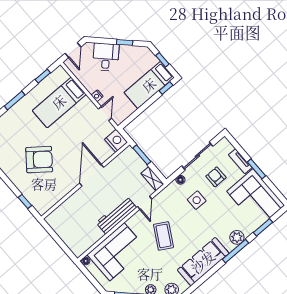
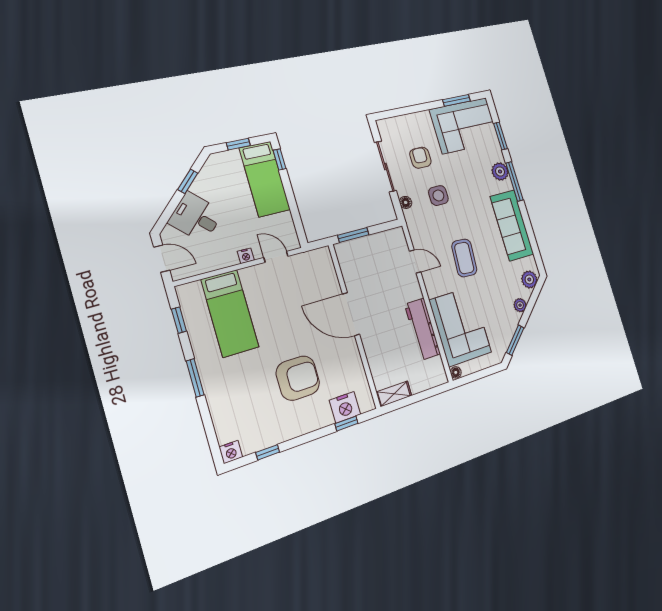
nightstand: (116, 141) -> (345, 407), moved, turned 180
armchair: (39, 160) -> (298, 378), turned 52
tv unit: (240, 161) -> (414, 119), removed
window: (257, 169) -> (456, 100), moved
armchair: (216, 177) -> (420, 158), turned 90
shelving: (152, 179) -> (394, 394), moved
workbench: (116, 215) -> (423, 329), moved
coffee table: (163, 236) -> (464, 258), turned 64

